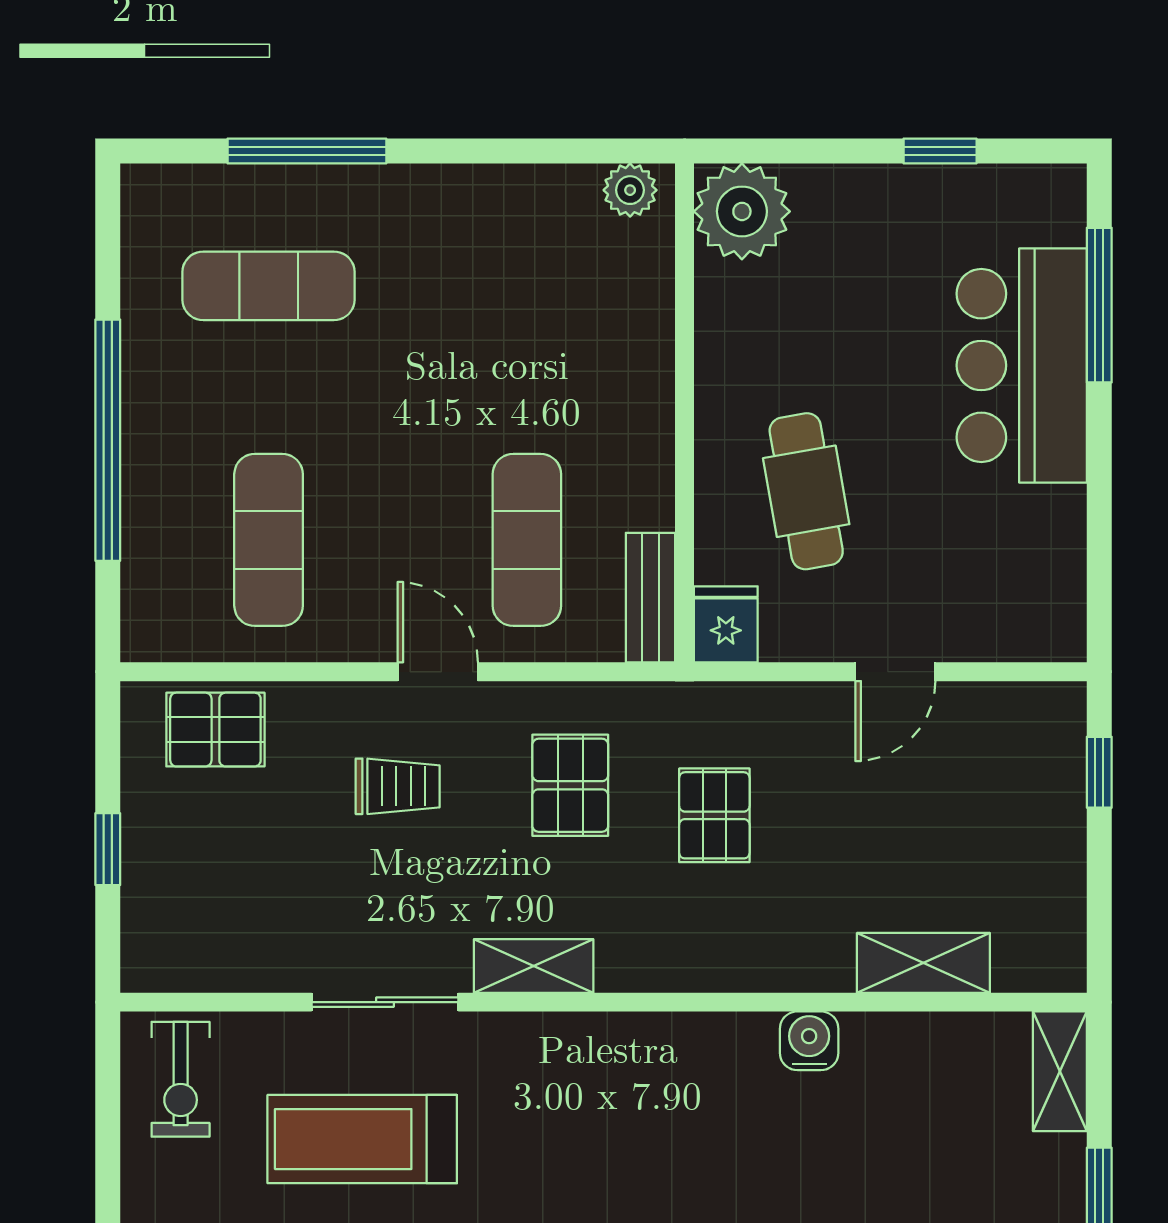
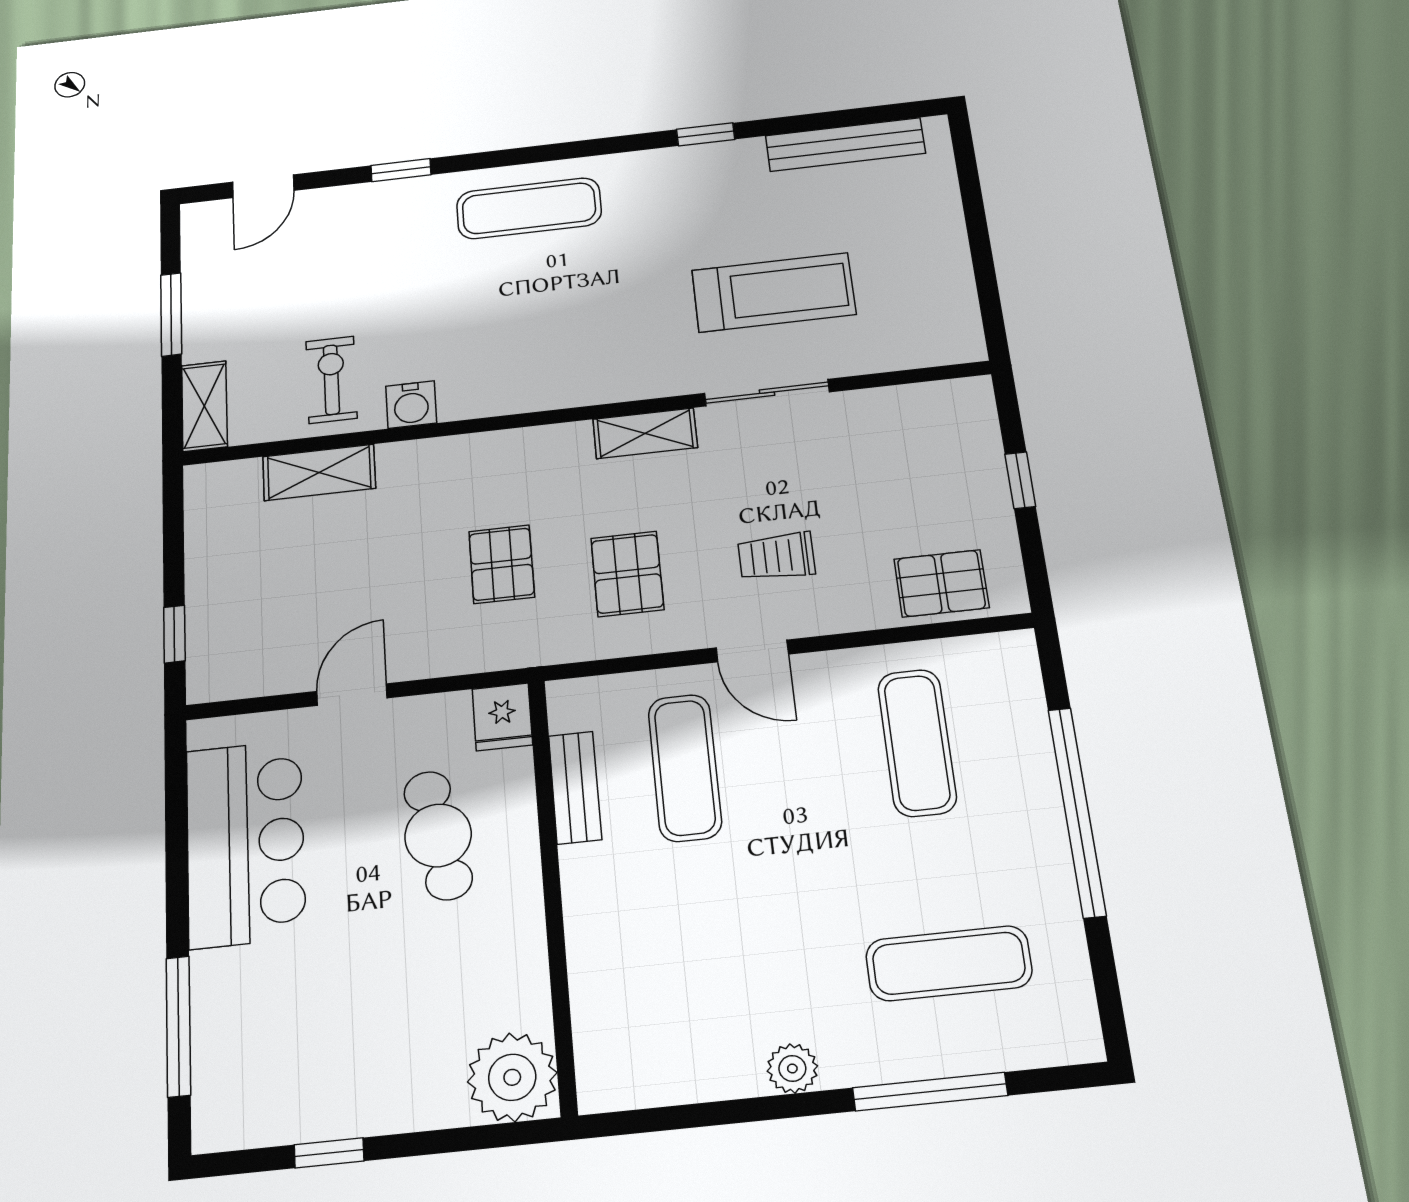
plant: (630, 190) -> (792, 1068), moved
bar counter: (1022, 365) -> (245, 843), moved
bench: (650, 598) -> (575, 787), moved
exercise bike: (181, 1079) -> (331, 380), moved

